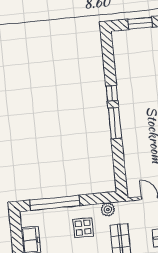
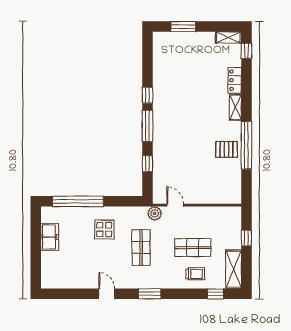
window: (119, 160) -> (147, 164), added
plant: (108, 209) -> (155, 213), moved

